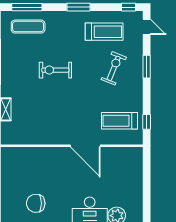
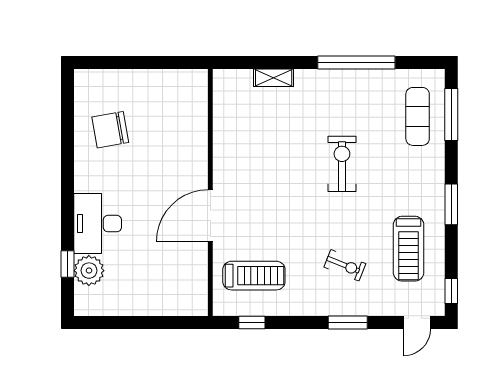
exercise bike: (114, 68) -> (345, 265), width x0.73, depth x0.72
treadmill: (120, 121) -> (254, 276), turned 90
chair: (36, 203) -> (110, 130), turned -100

